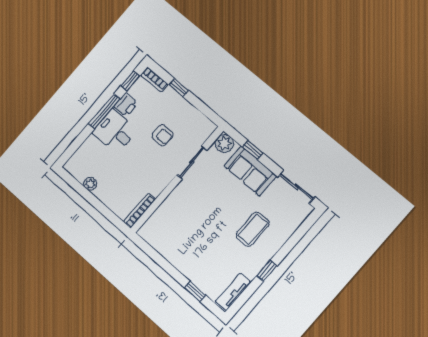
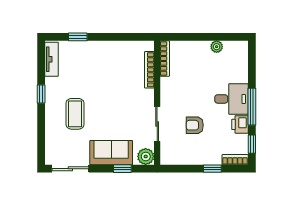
bookcase: (160, 212) -> (149, 70), added

